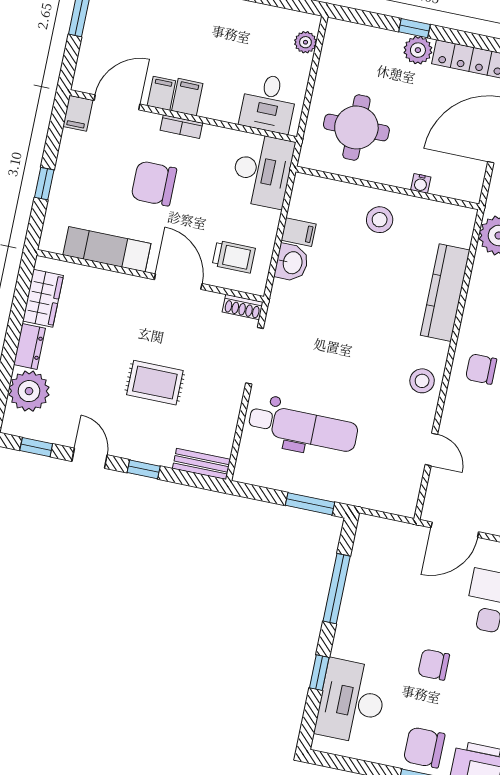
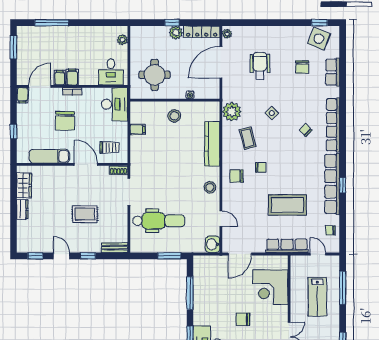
chair: (154, 183) -> (65, 121), turned -90
washbasin: (292, 263) -> (213, 244), moved, turned 180
plant: (29, 391) -> (27, 230), removed

